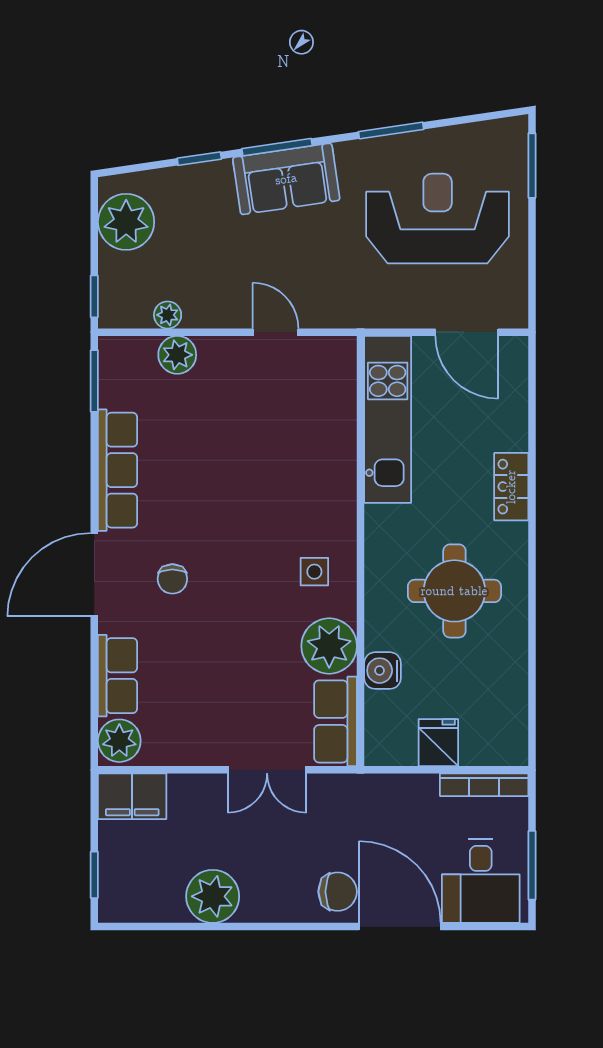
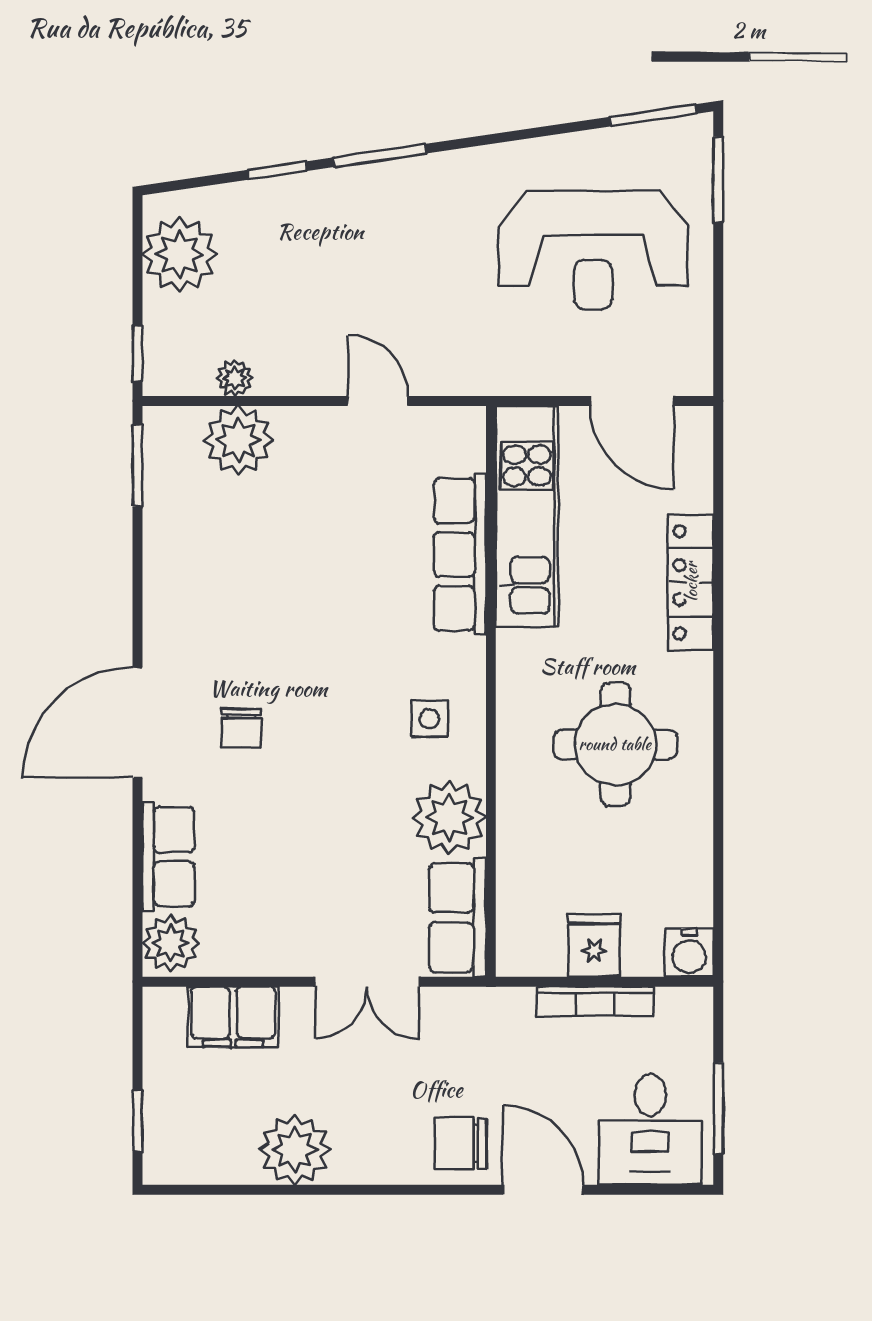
window: (391, 130) -> (653, 115), moved
sofa: (286, 179) -> (392, 197), removed
reception desk: (438, 219) -> (593, 250), turned 180
plant: (177, 355) -> (238, 440), width x1.36, depth x1.36
row of seats: (118, 470) -> (460, 554), moved, turned 180
locker: (511, 487) -> (691, 582), width x1.53
water cooler: (383, 671) -> (689, 953), moved, turned -90
bookcase: (484, 785) -> (595, 1002), moved
filing cabinet: (132, 796) -> (233, 1017), moved
chair: (338, 892) -> (460, 1143), turned 180
door: (400, 927) -> (543, 1190), width x0.73

